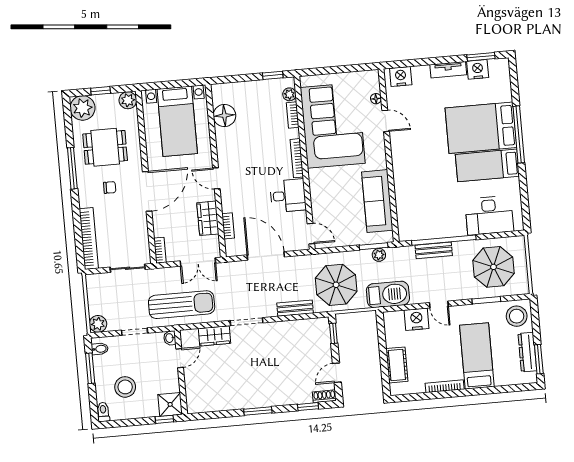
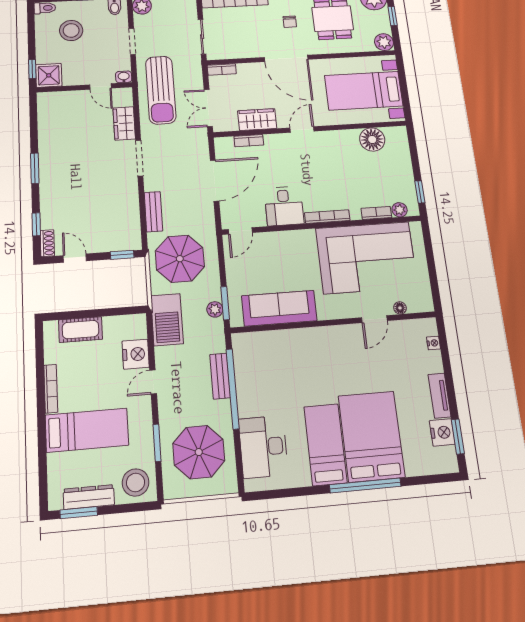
nightstand: (401, 76) -> (433, 343), width x0.53, depth x0.56

